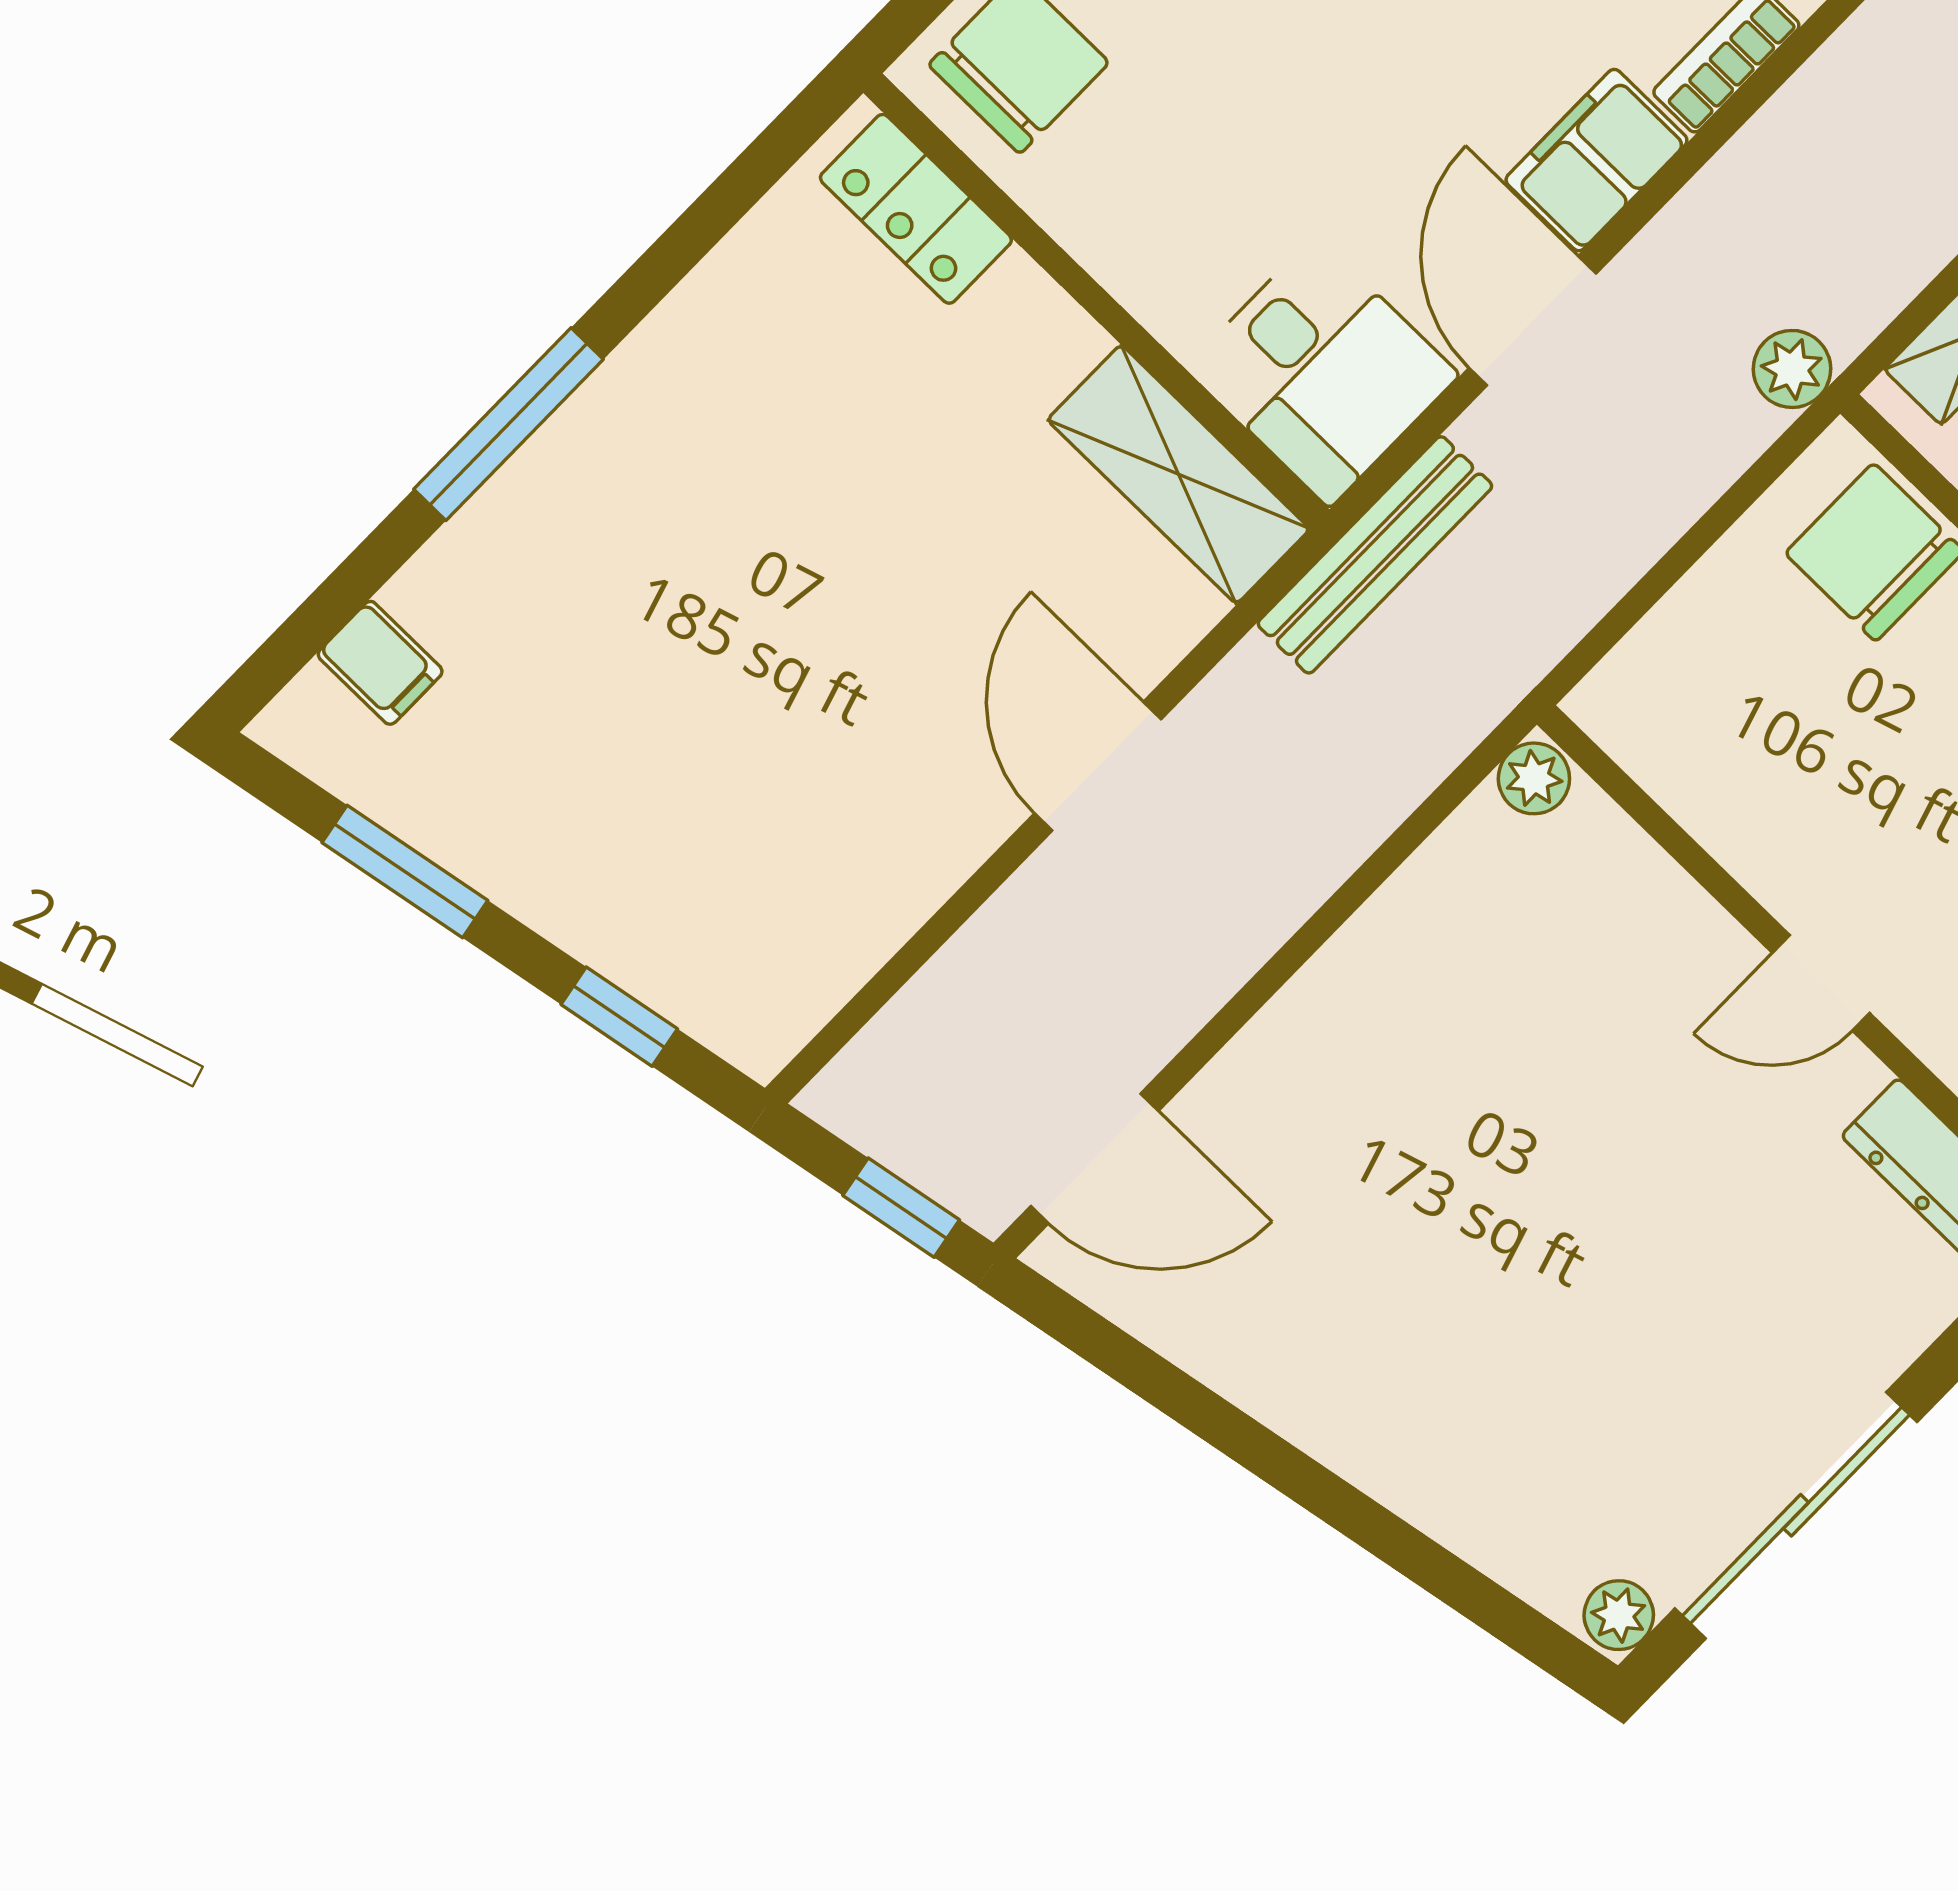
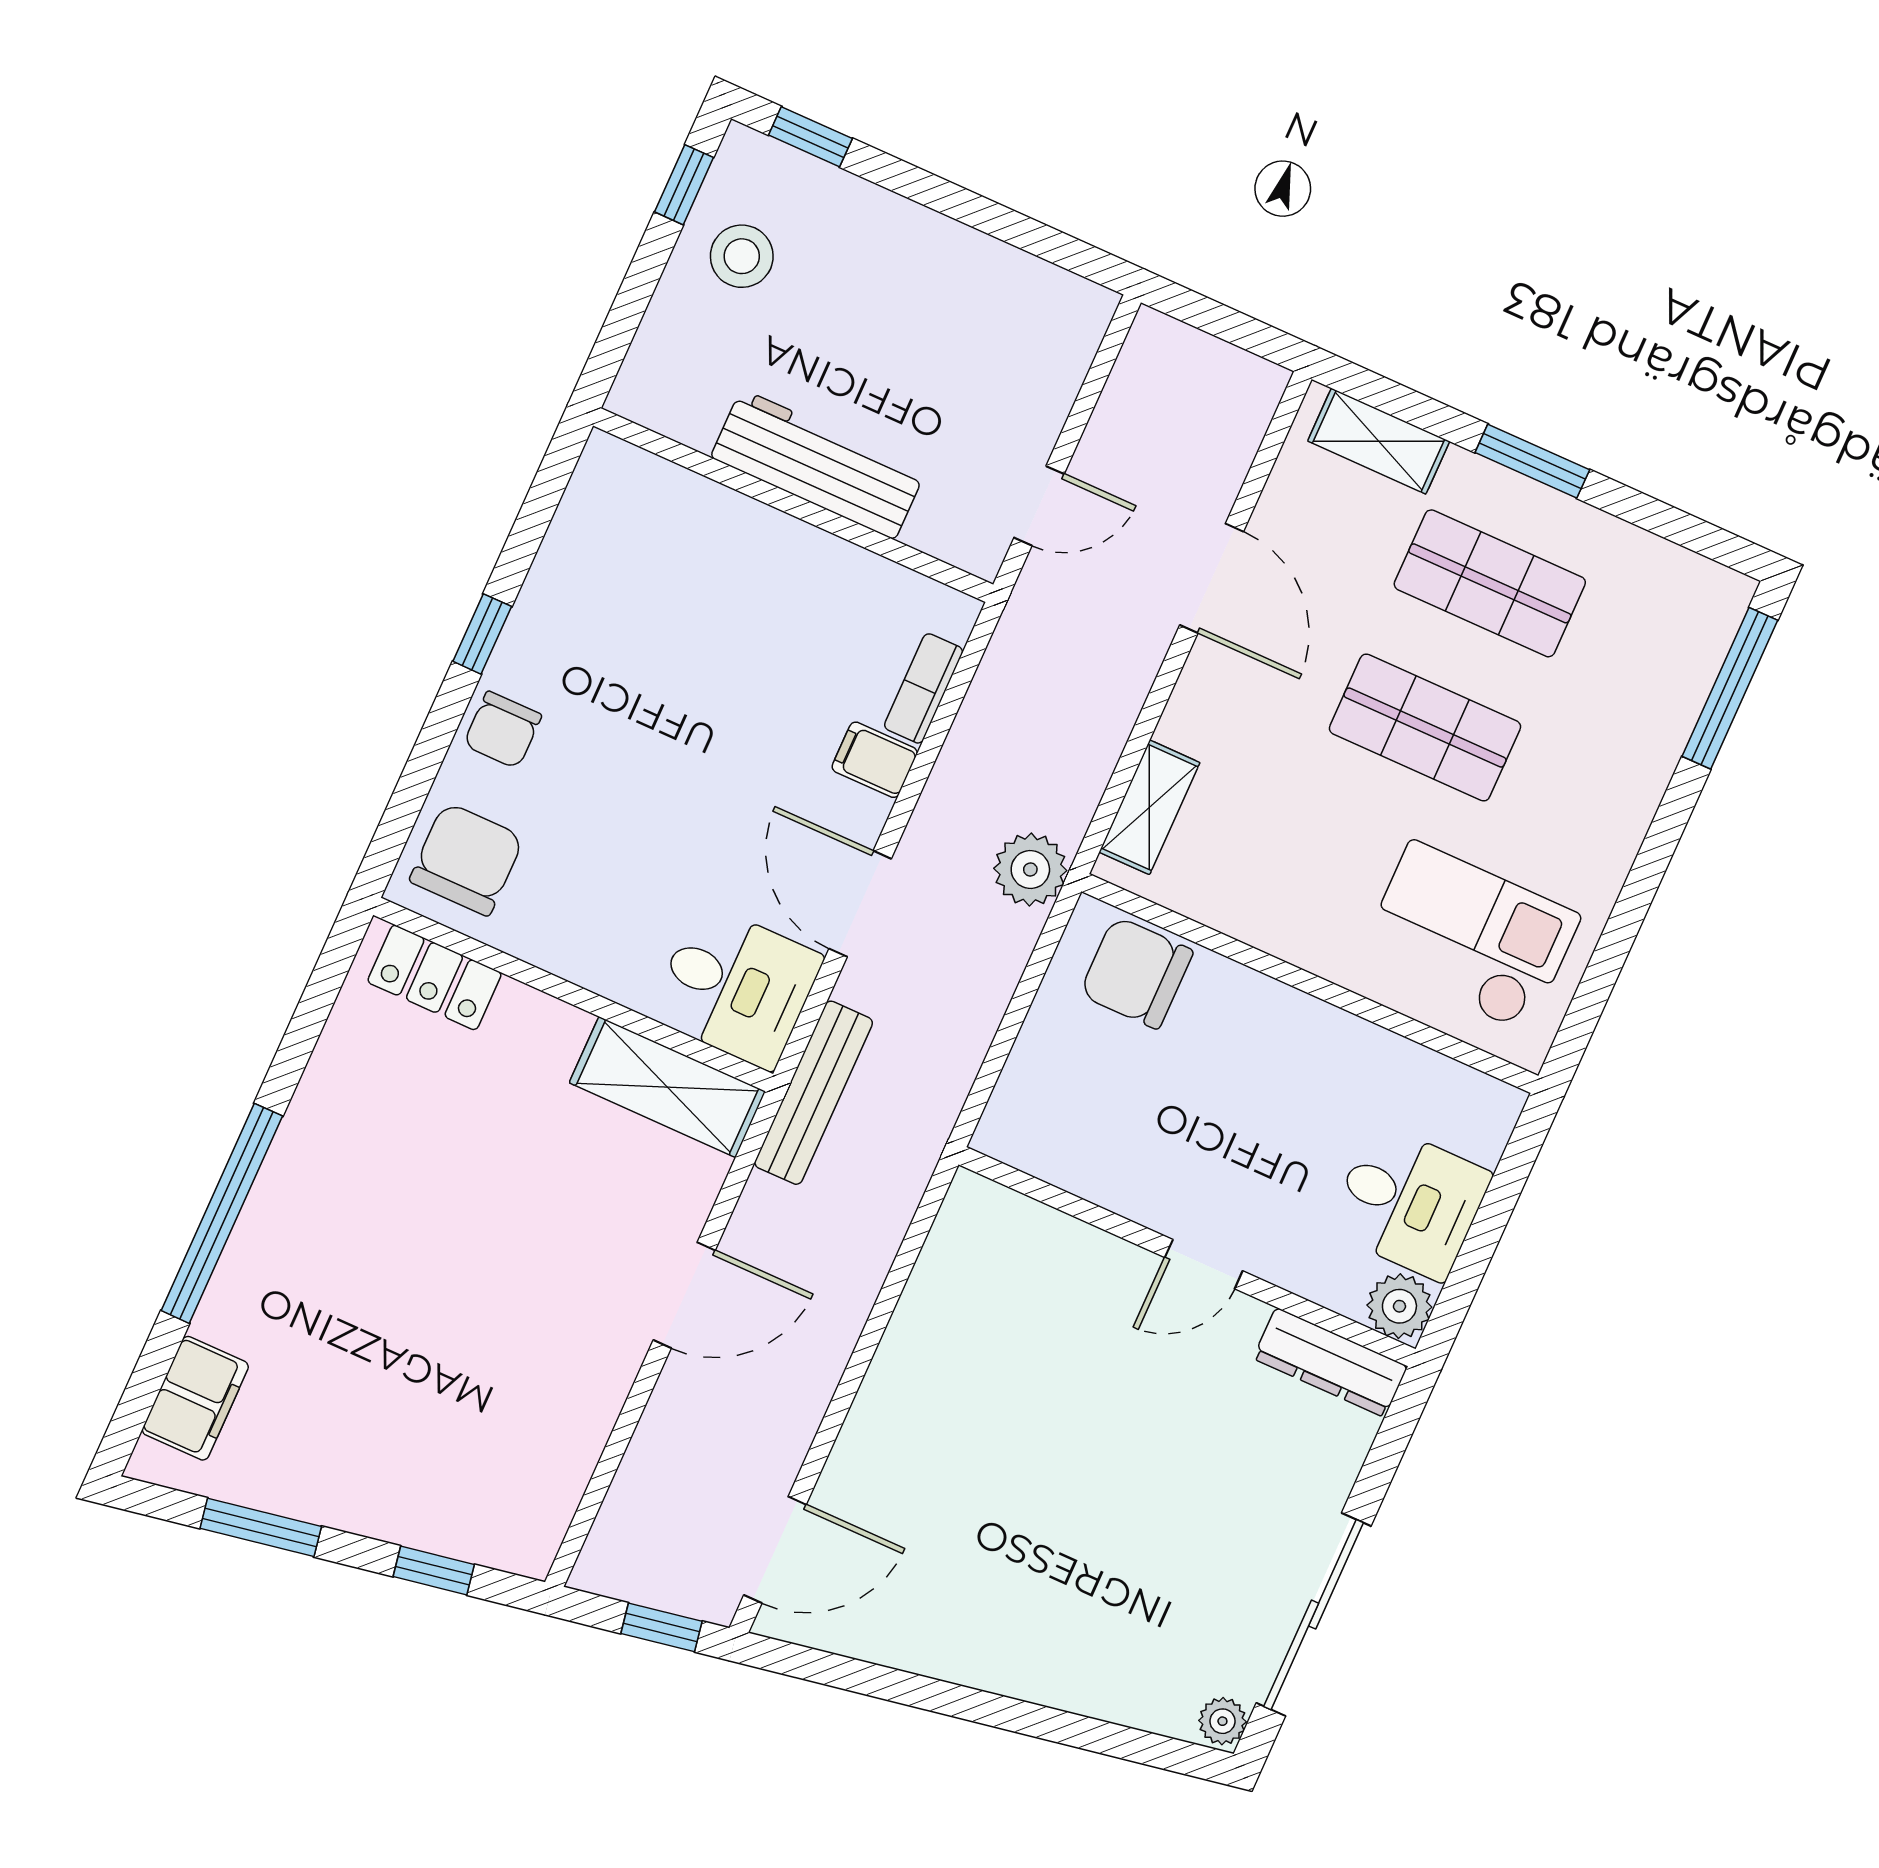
filing cabinet: (1596, 160) -> (875, 760), width x0.50
plant: (1792, 369) -> (1030, 870), width x1.38, depth x1.38
window: (508, 424) -> (222, 1213), width x1.46
filing cabinet: (380, 663) -> (195, 1398), width x2.00
door: (1098, 766) -> (684, 1295), swing flipped
plant: (1534, 778) -> (969, 1200), removed

